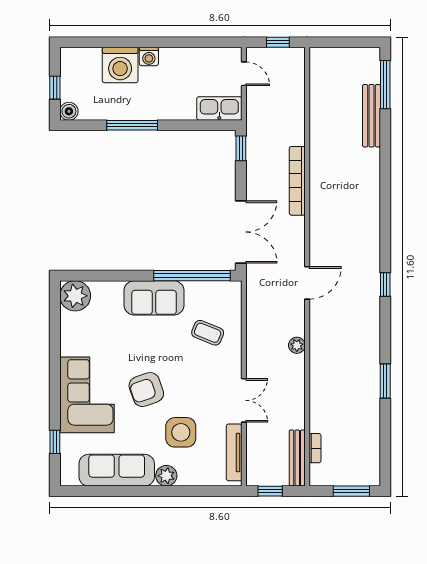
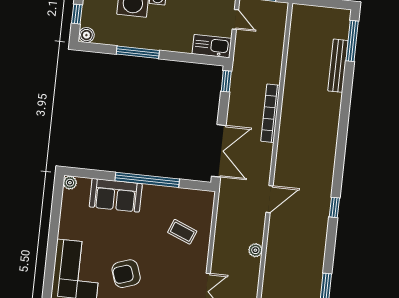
window: (192, 276) -> (147, 180), moved
plant: (75, 296) -> (70, 183), width x0.53, depth x0.53
sofa: (154, 298) -> (116, 195), moved

